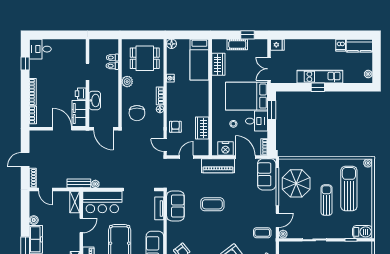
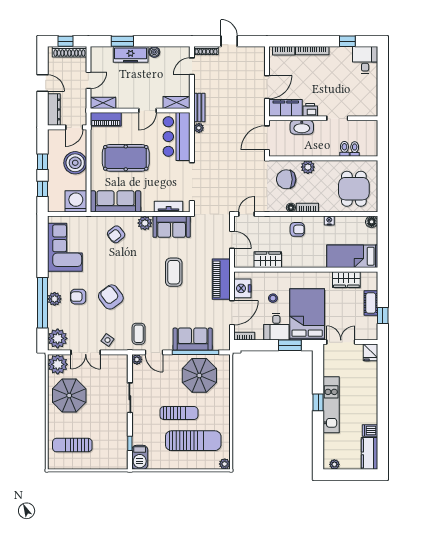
plant: (127, 82) -> (308, 167), moved
armchair: (175, 127) -> (297, 229), moved
sofa: (267, 174) -> (193, 339), moved
door: (81, 226) -> (148, 110), hinge flipped
plant: (172, 228) -> (145, 223), added

